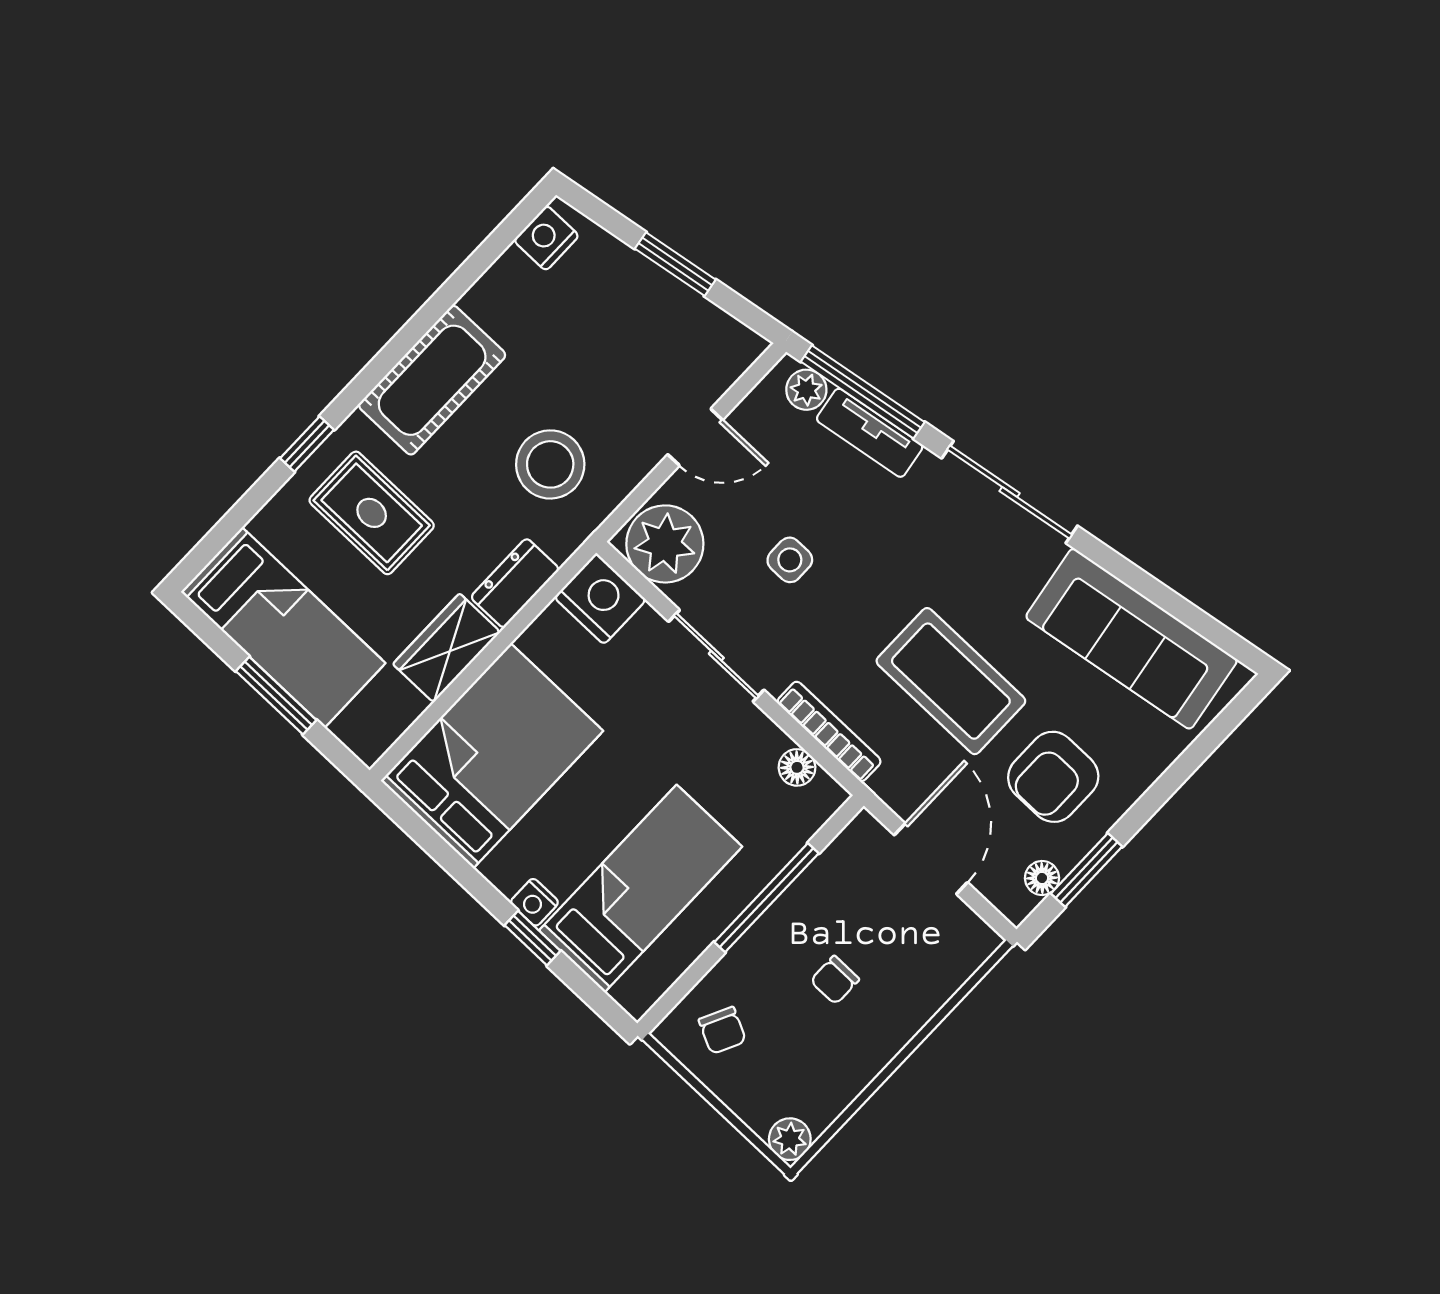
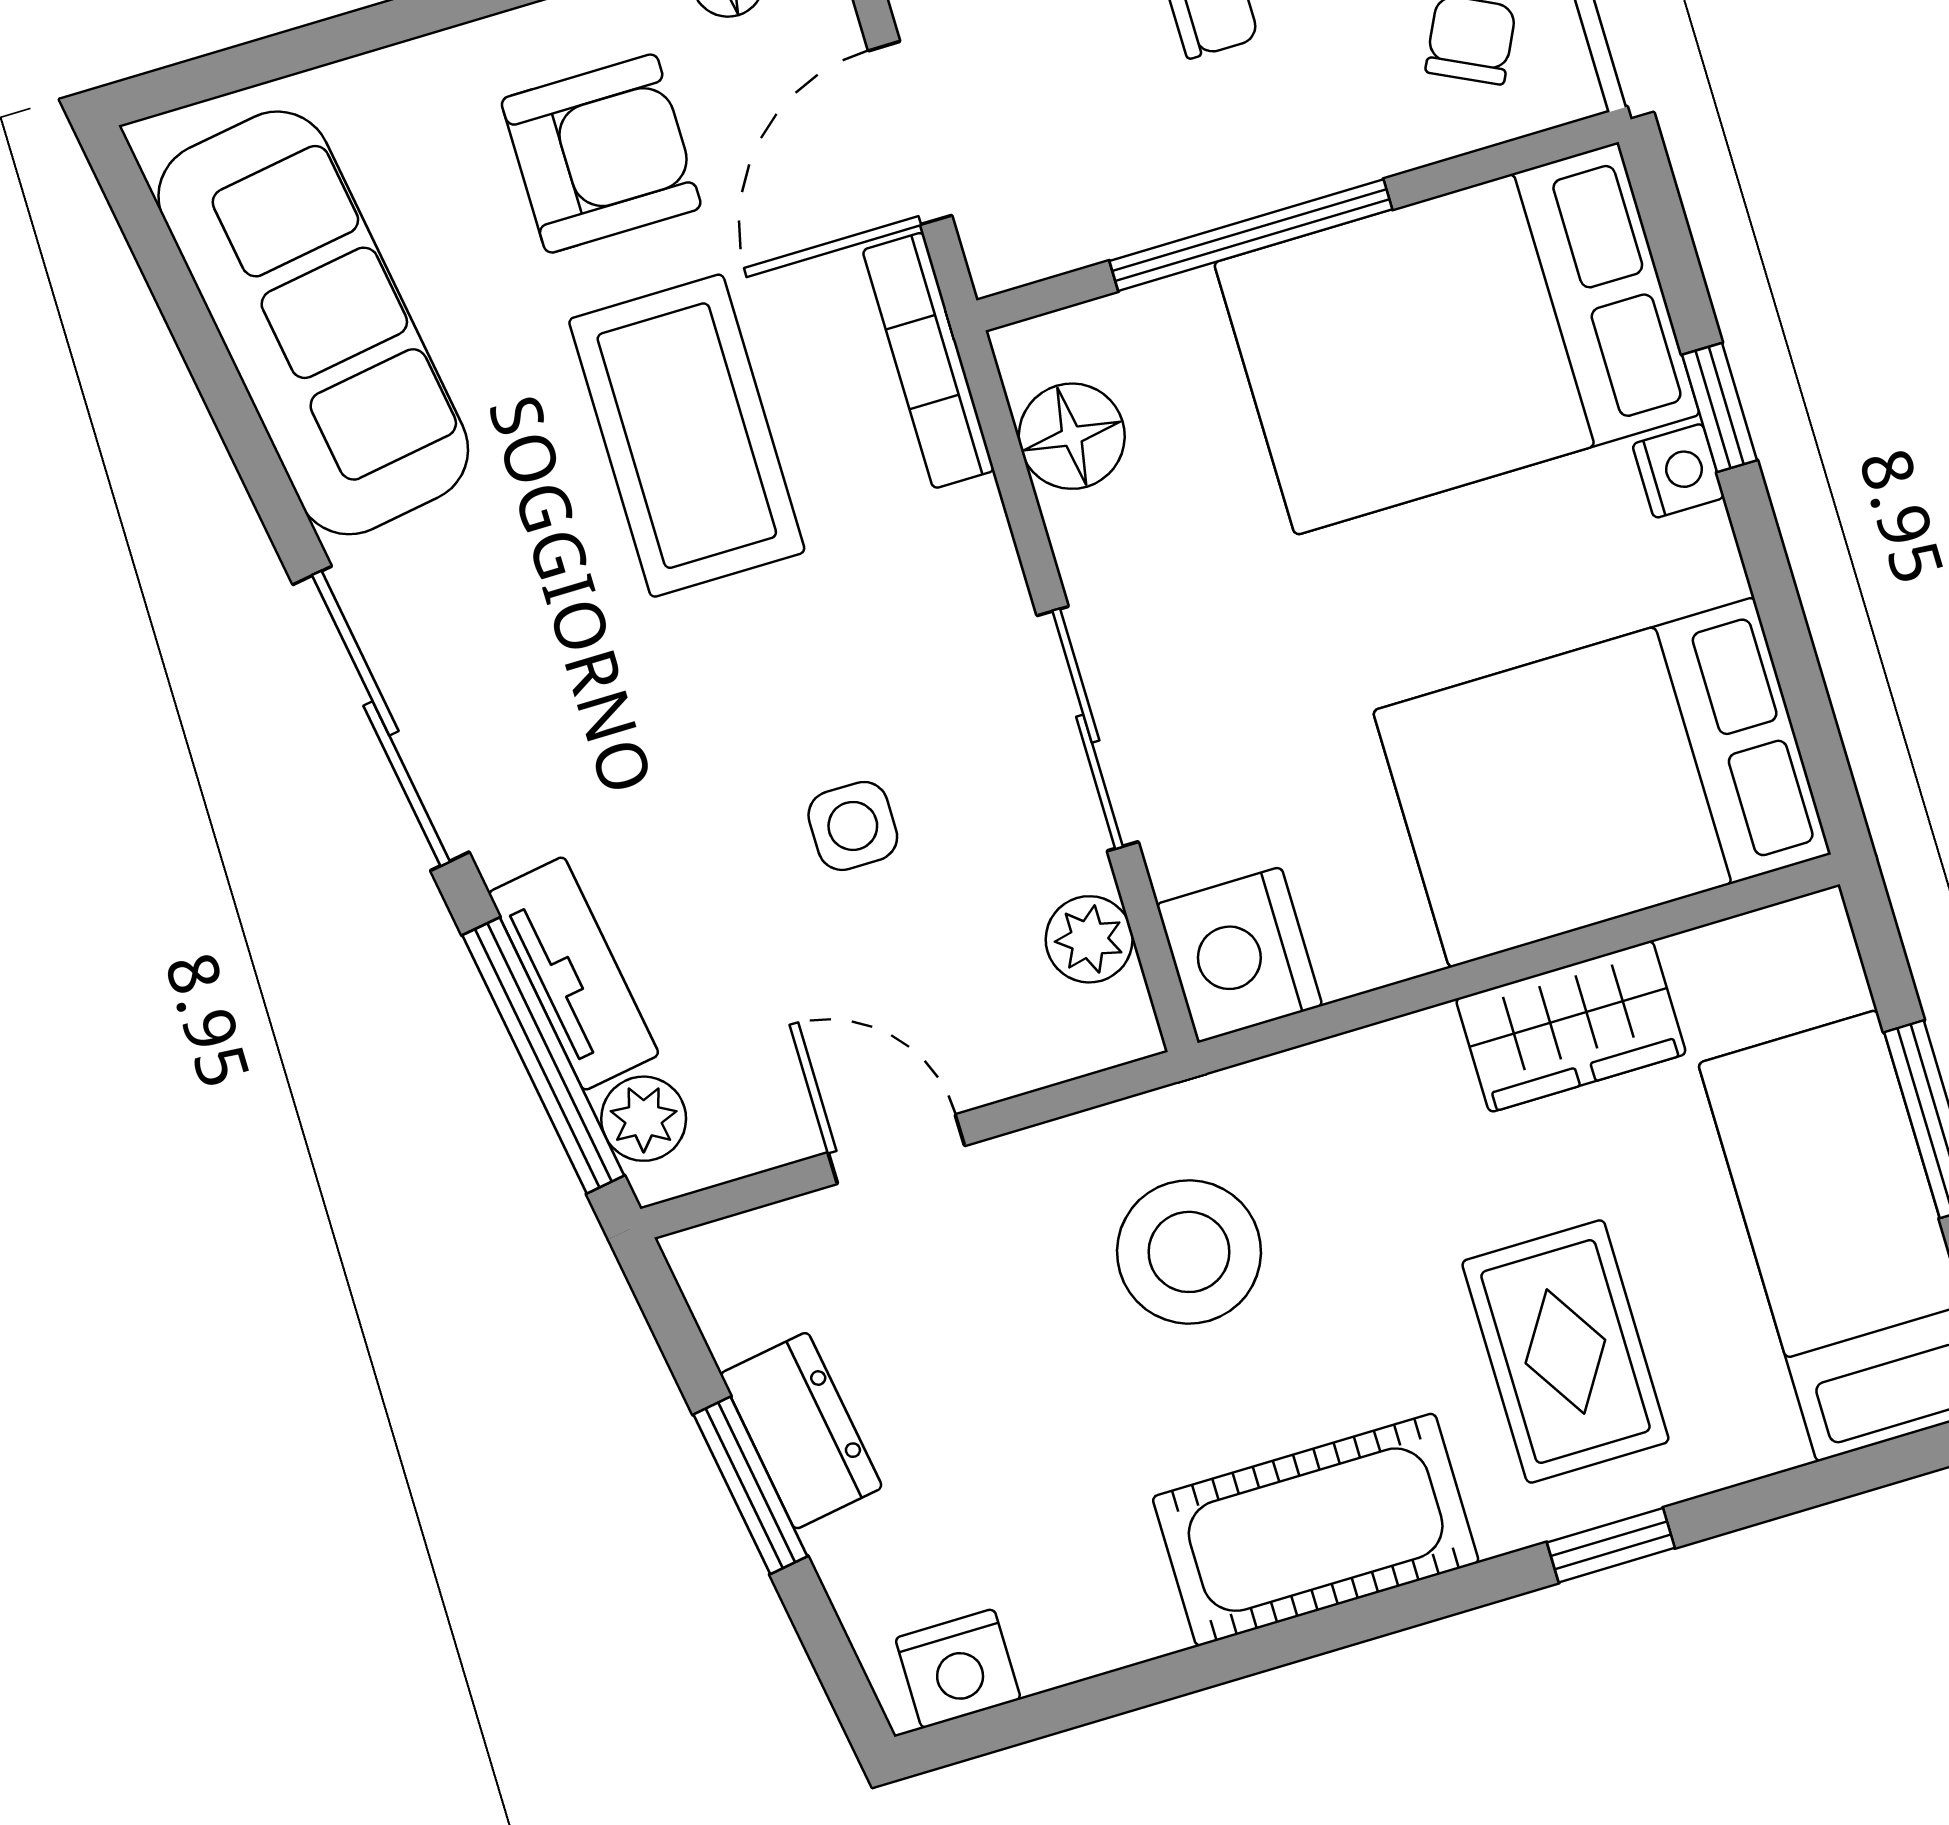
plant: (665, 544) -> (1089, 939), width x0.53, depth x0.53
dresser: (515, 583) -> (801, 1431), moved, turned -99
bookcase: (829, 731) -> (928, 360), moved
floor lamp: (797, 767) -> (1072, 436), width x1.37, depth x1.37
bed: (641, 888) -> (1457, 339), width x1.50

